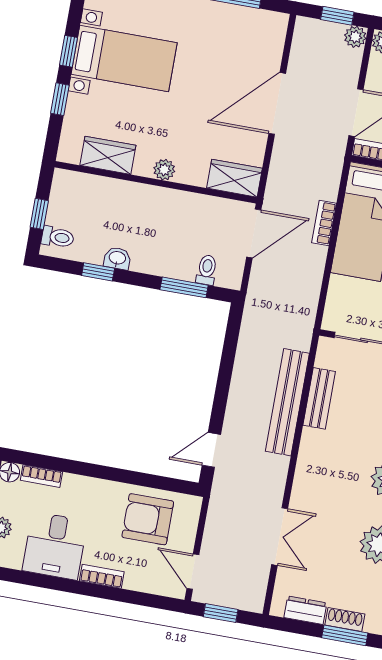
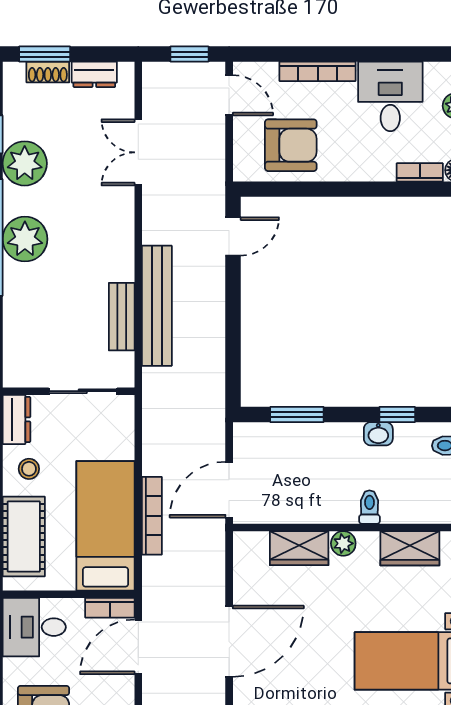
wardrobe: (235, 178) -> (299, 548), moved
bookcase: (324, 223) -> (152, 516), width x1.56
toilet: (207, 270) -> (369, 507), moved, turned 180
bookcase: (102, 576) -> (318, 71), width x1.56

